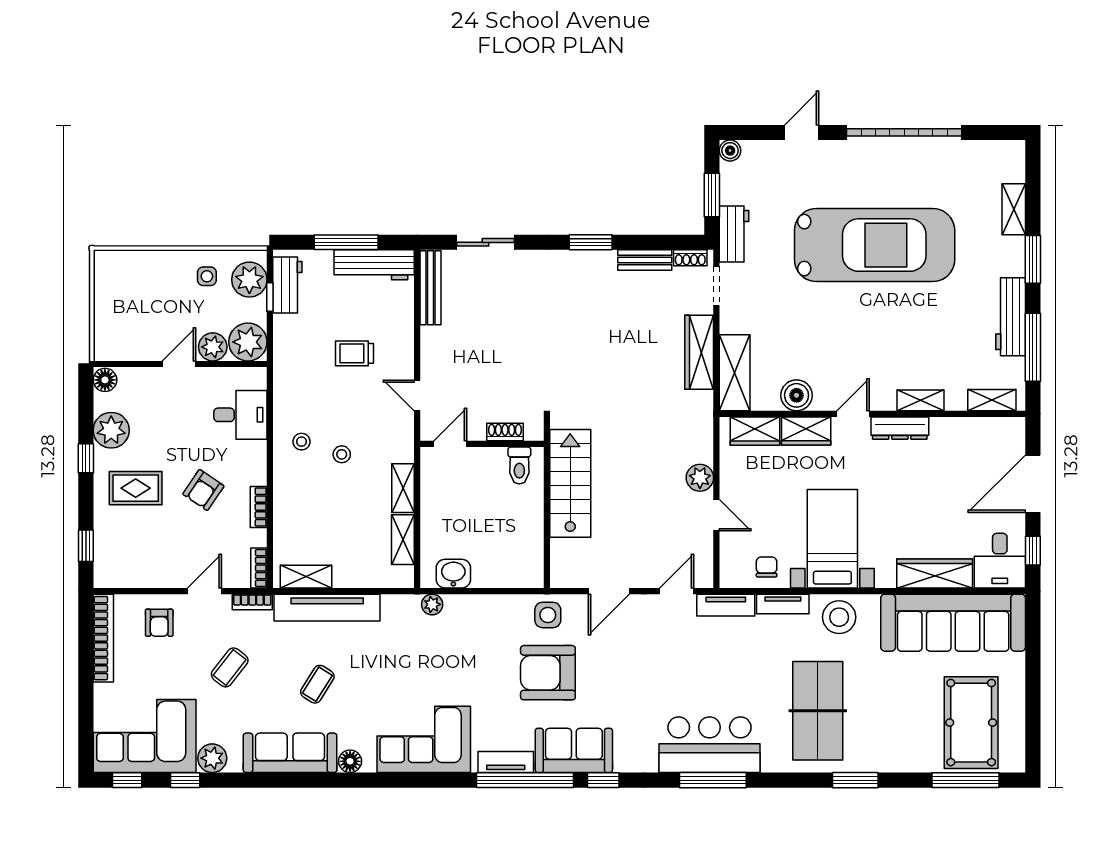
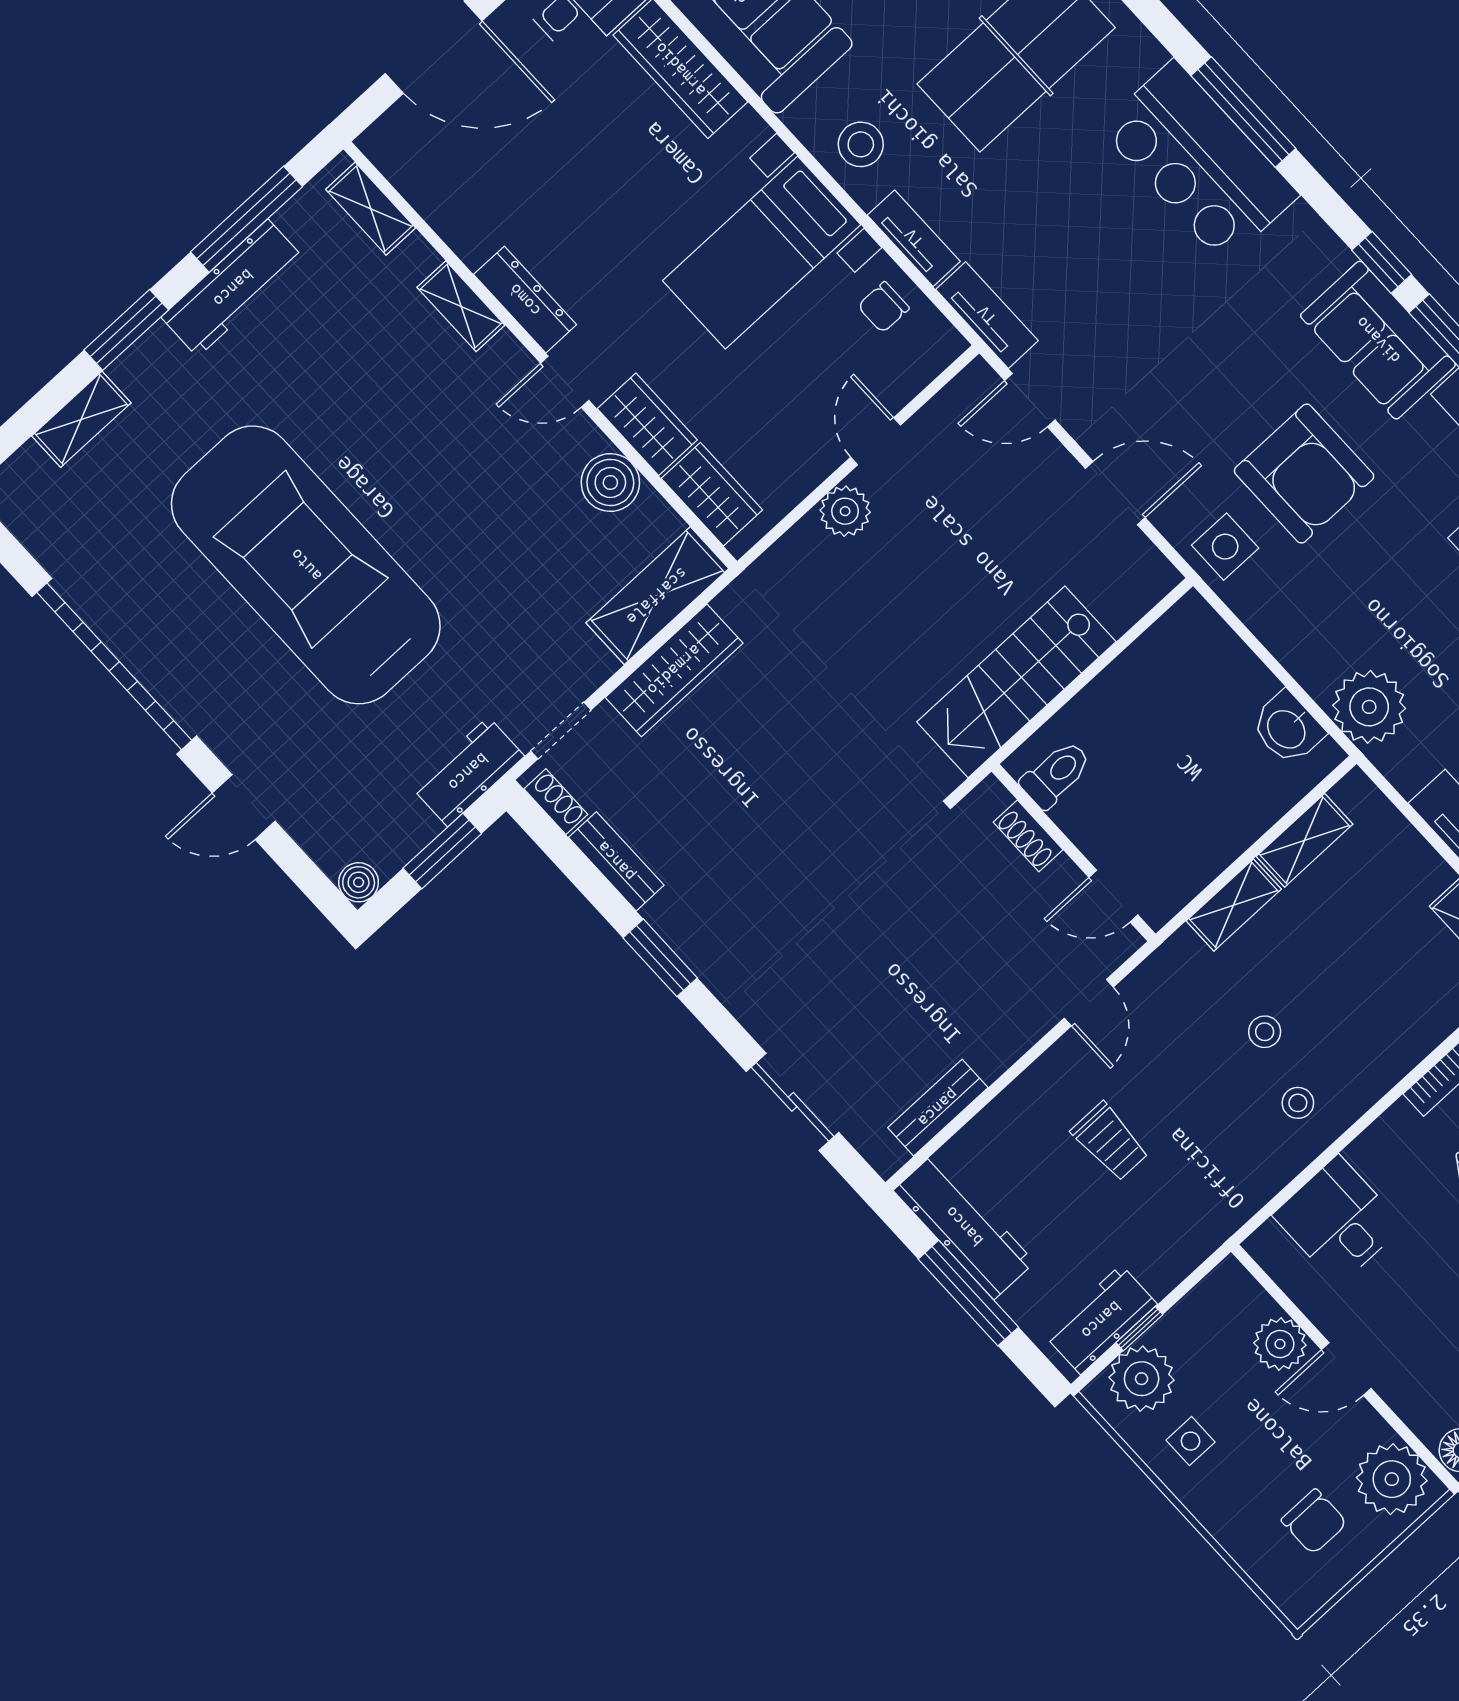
bench: (430, 288) -> (938, 1108), width x0.73
chair: (130, 296) -> (1314, 1522), added
plant: (248, 342) -> (1392, 1479), moved
plant: (432, 604) -> (1369, 707), width x1.87, depth x1.87
stool: (839, 617) -> (861, 144), width x0.73, depth x0.73

